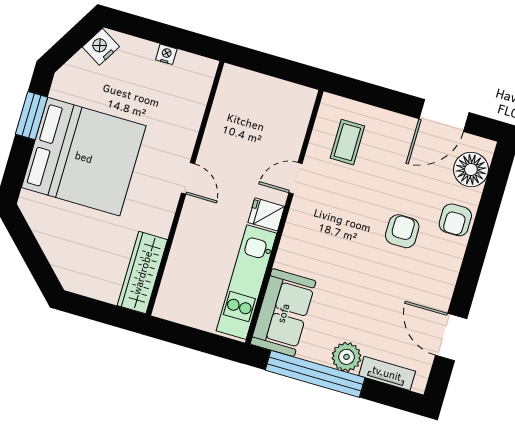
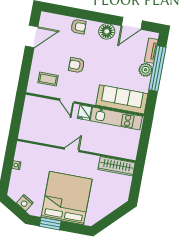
nightstand: (101, 47) -> (25, 203), moved
door: (444, 116) -> (32, 36), hinge flipped
floor lamp: (471, 170) -> (107, 31), moved
armchair: (402, 231) -> (76, 65), moved
sofa: (283, 313) -> (122, 99), width x1.36
window: (315, 374) -> (157, 68), moved

